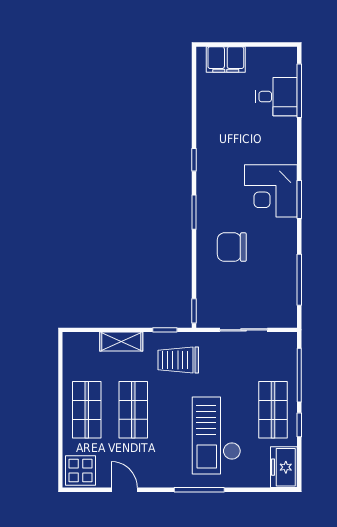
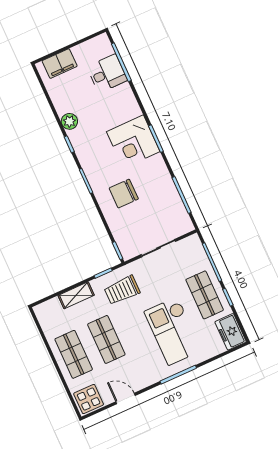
plant: (206, 133) -> (69, 121), added

